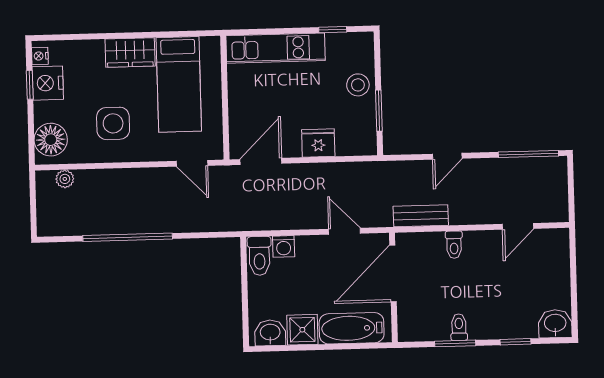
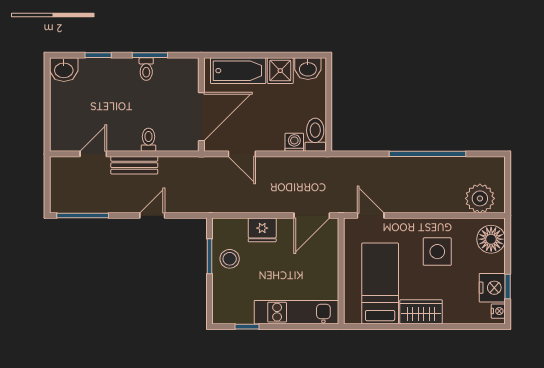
stool: (358, 85) -> (230, 259), moved
plant: (65, 179) -> (480, 198), width x1.88, depth x1.88
bench: (421, 216) -> (134, 165), moved

